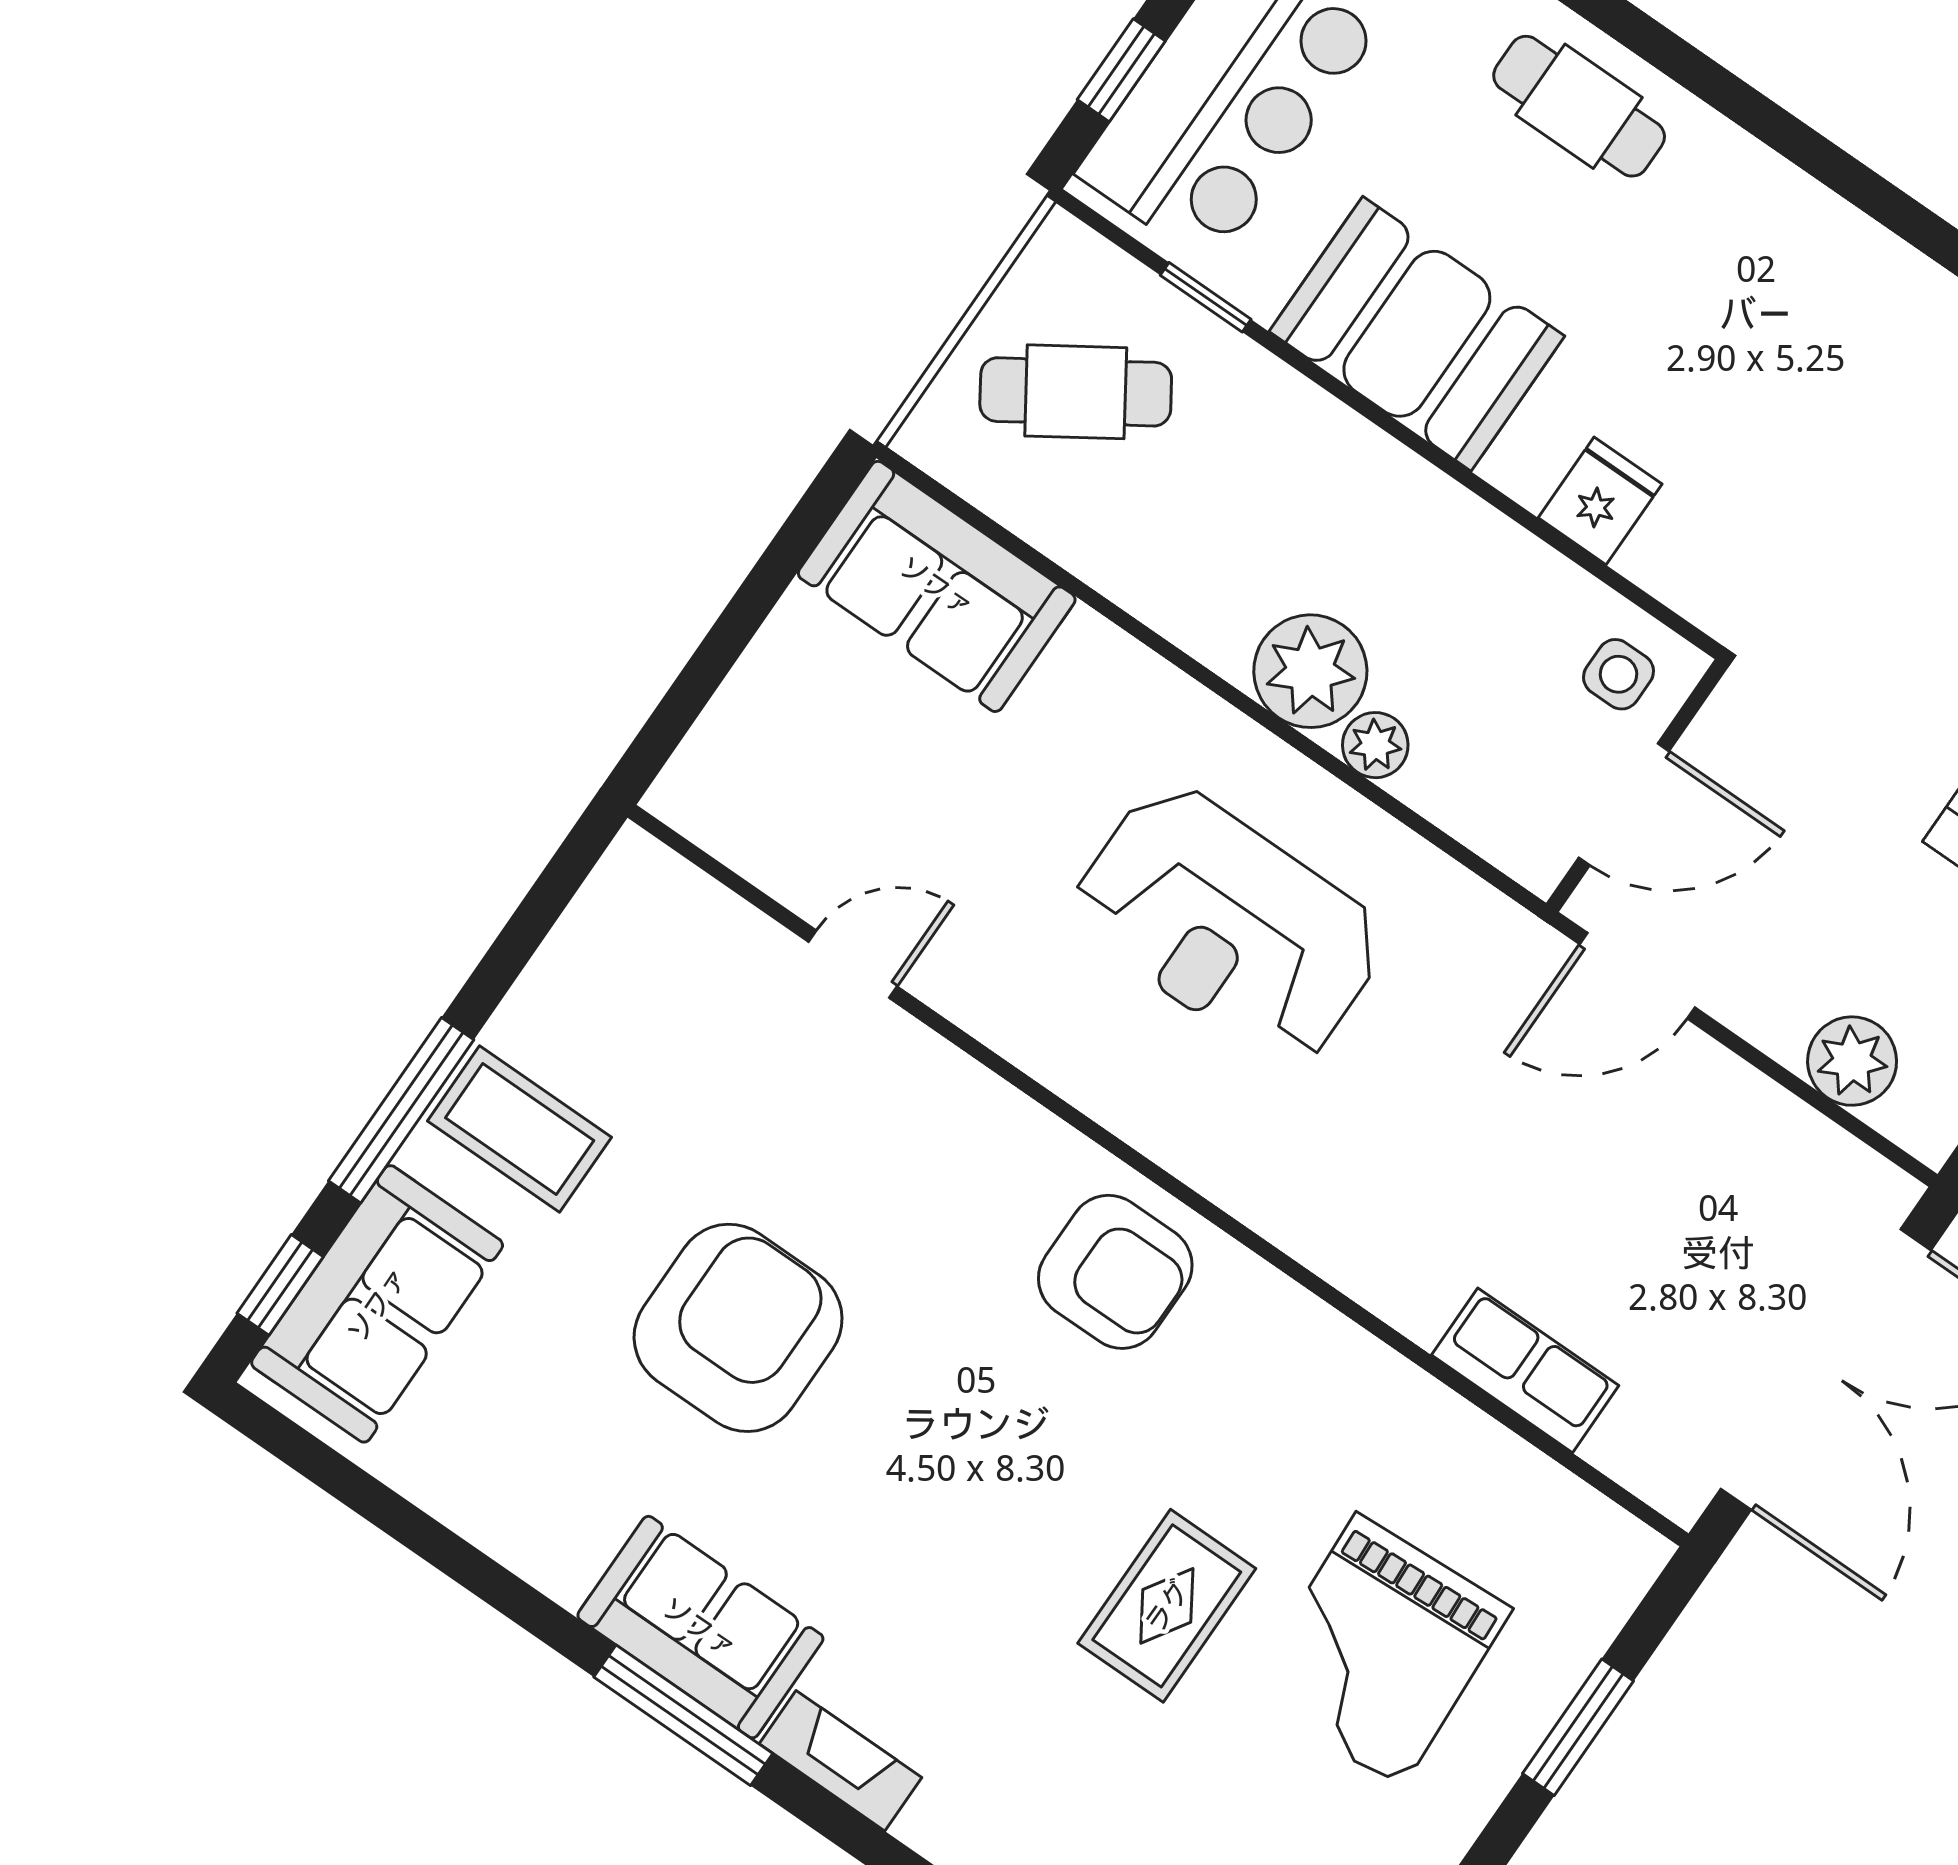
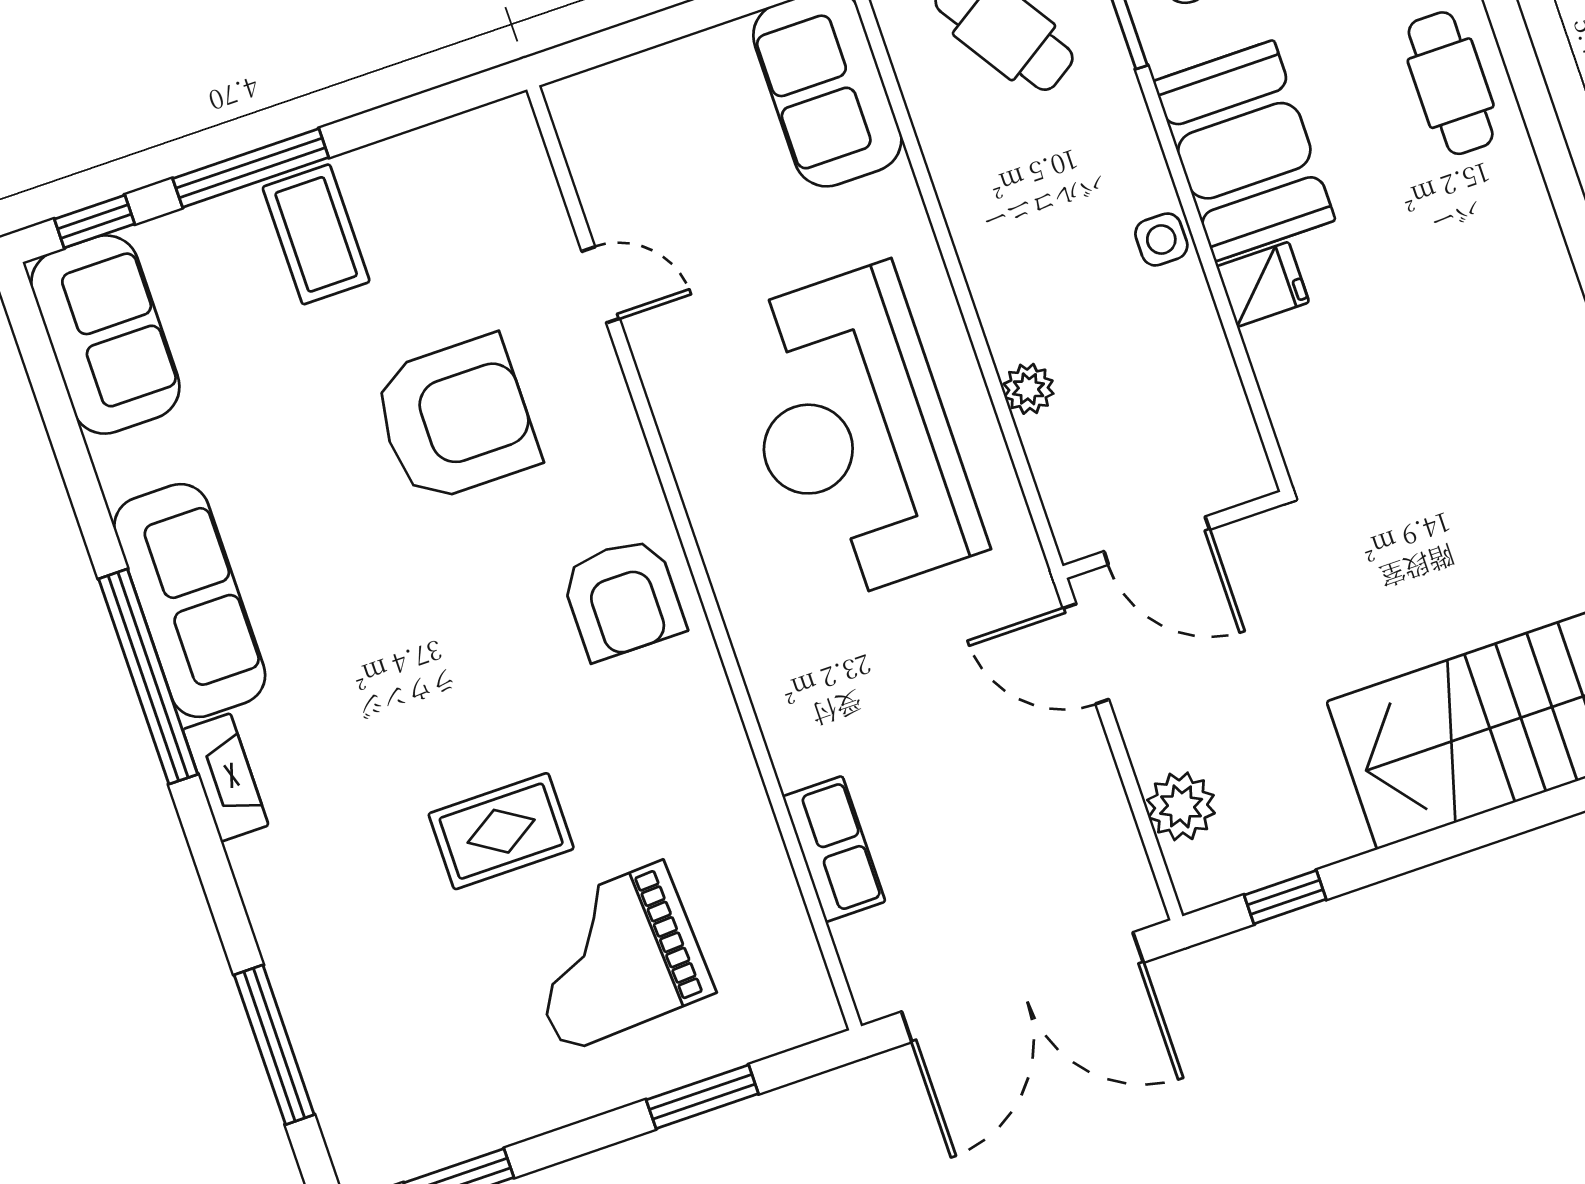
fridge: (1600, 501) -> (1263, 284), moved
plant: (1310, 671) -> (1022, 313), removed
side table: (1618, 674) -> (1161, 239), moved
reception desk: (1228, 925) -> (854, 433), width x1.36, depth x1.30
sofa: (377, 1304) -> (105, 335), moved, turned -90
armchair: (738, 1328) -> (456, 419), moved
sofa: (700, 1627) -> (190, 601), width x1.36
window: (683, 1715) -> (148, 677), width x1.46

